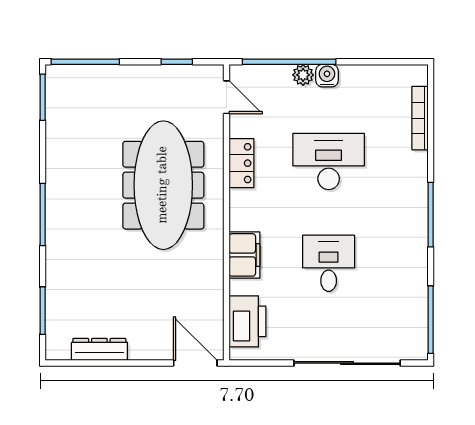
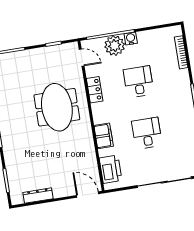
plant: (303, 75) -> (115, 46), width x1.88, depth x1.88
desk: (329, 161) -> (138, 82), width x0.73
meeting table: (163, 185) -> (57, 107), width x0.73

